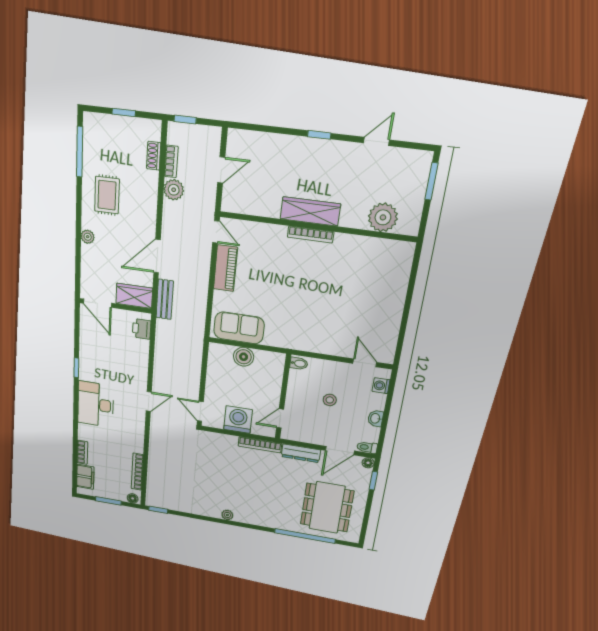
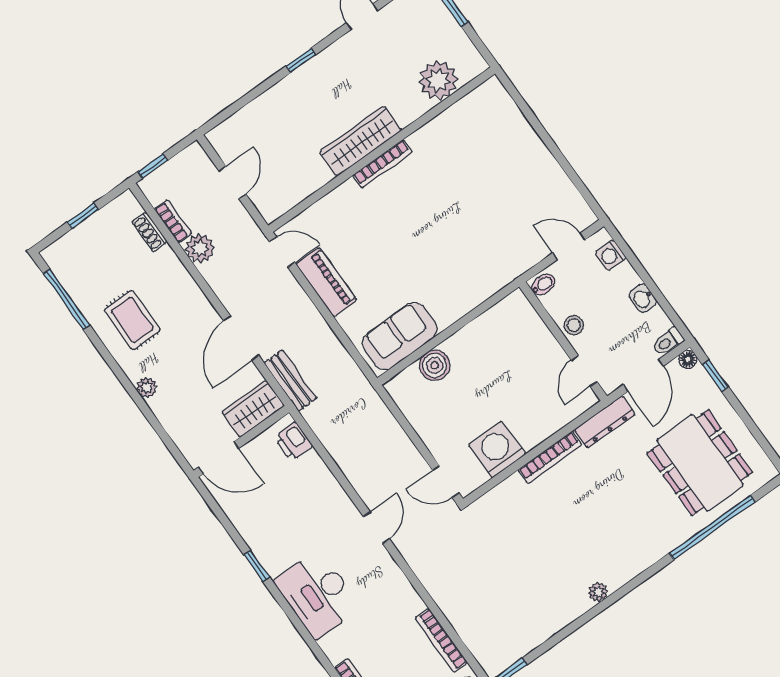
bidet: (299, 363) -> (543, 285), moved
wall: (283, 397) -> (563, 341), moved
door: (280, 418) -> (584, 371), moved

